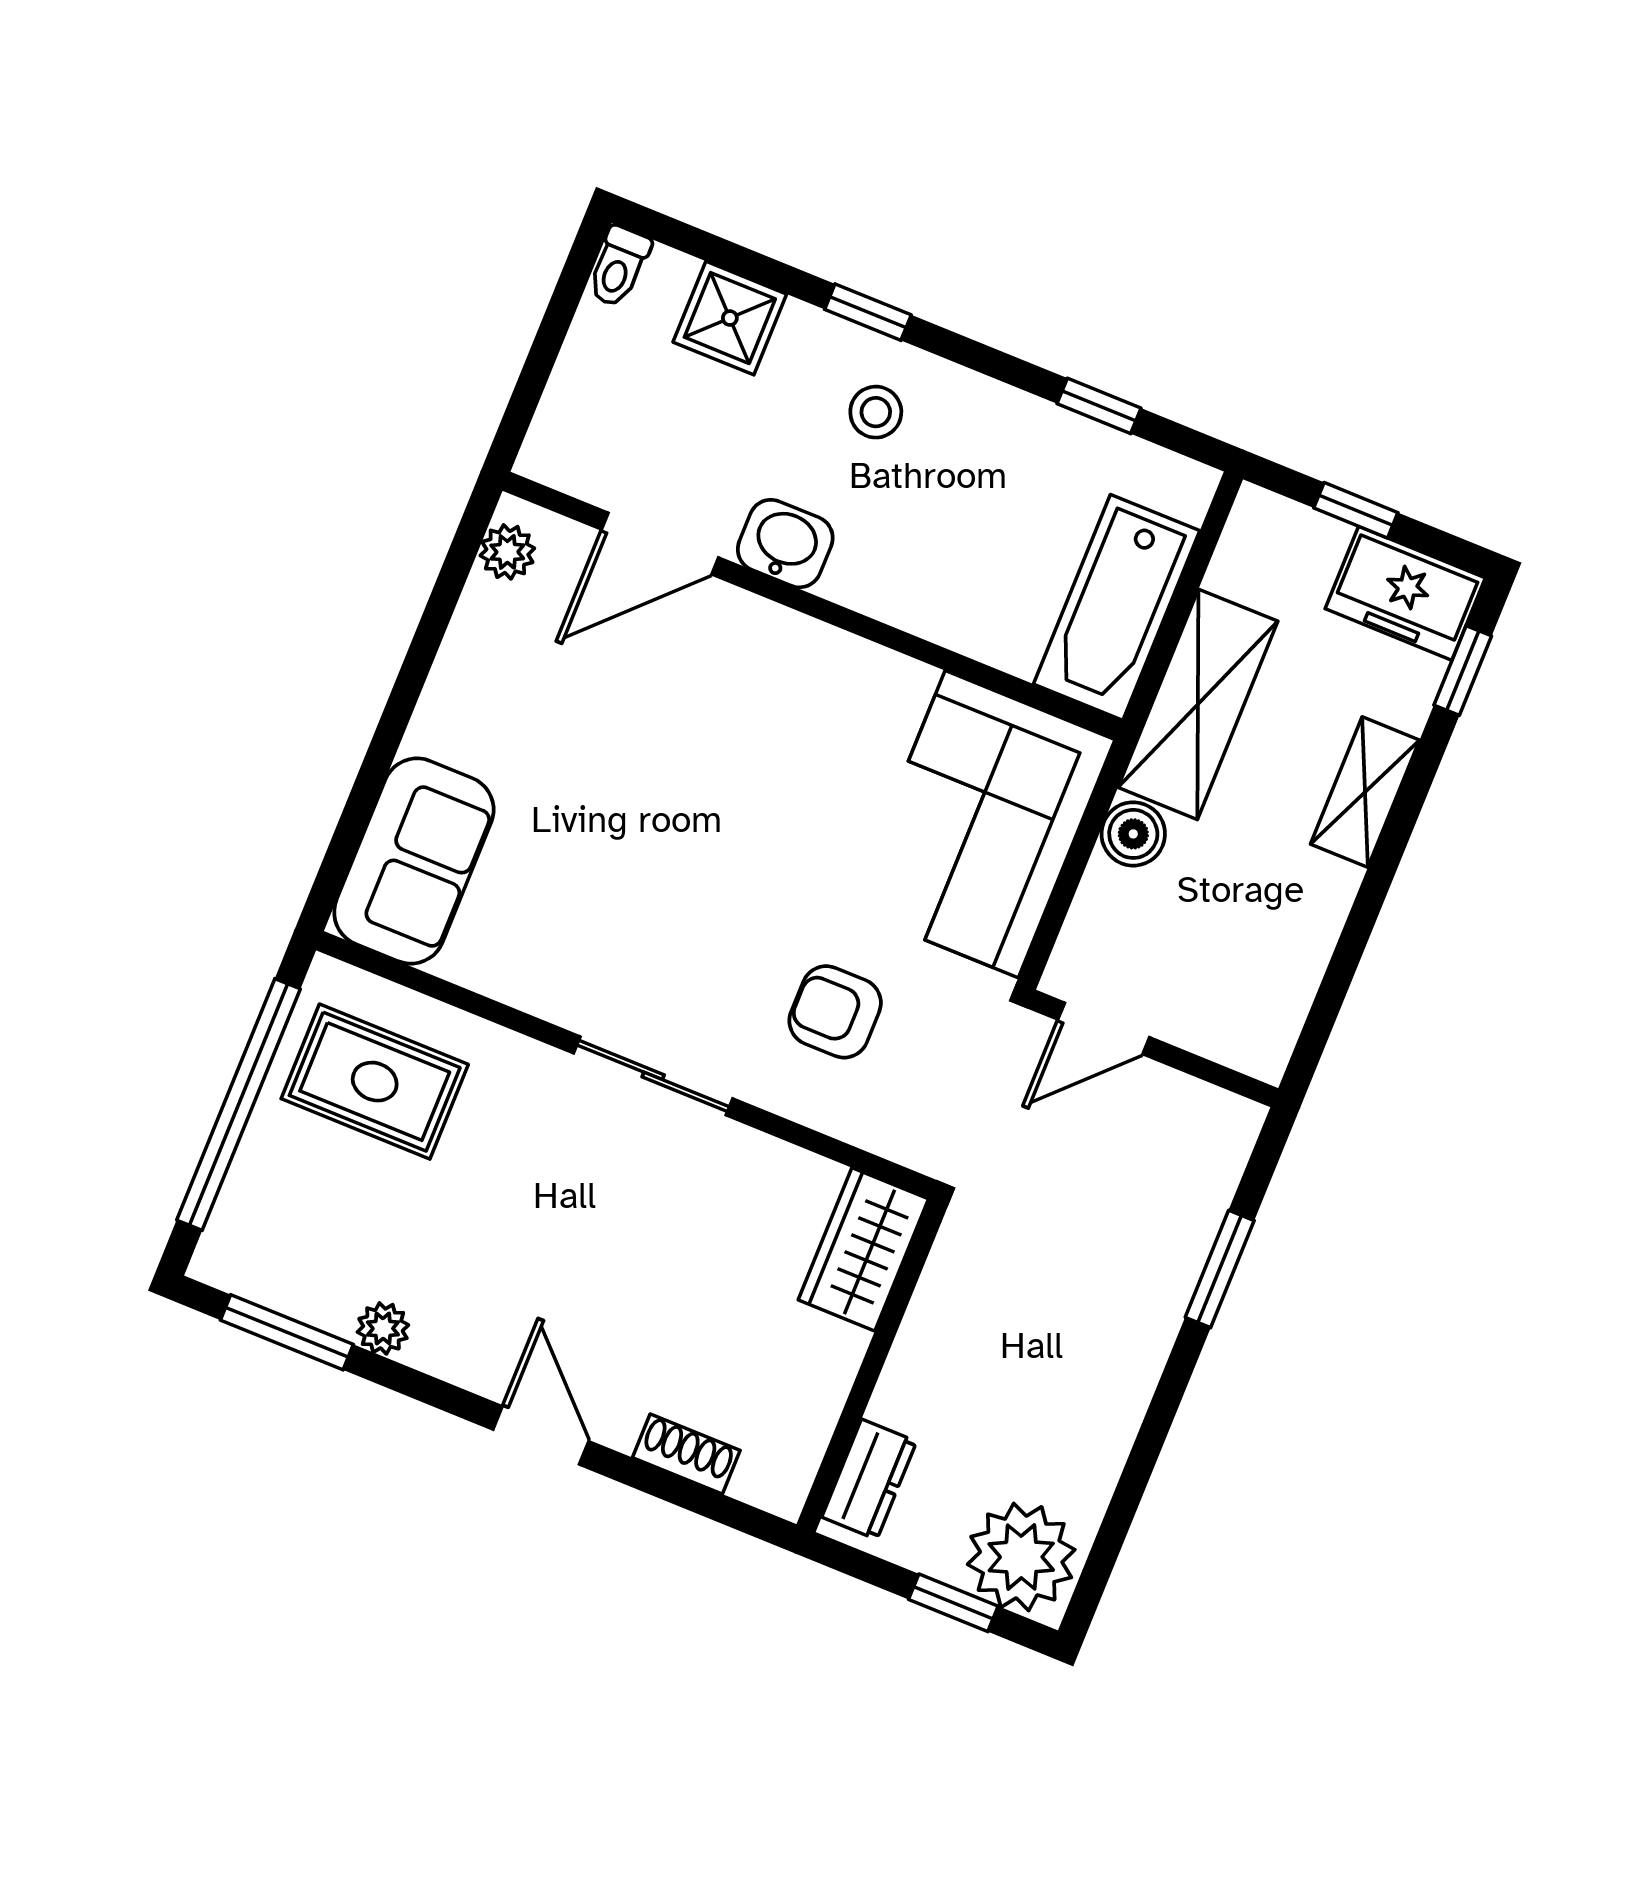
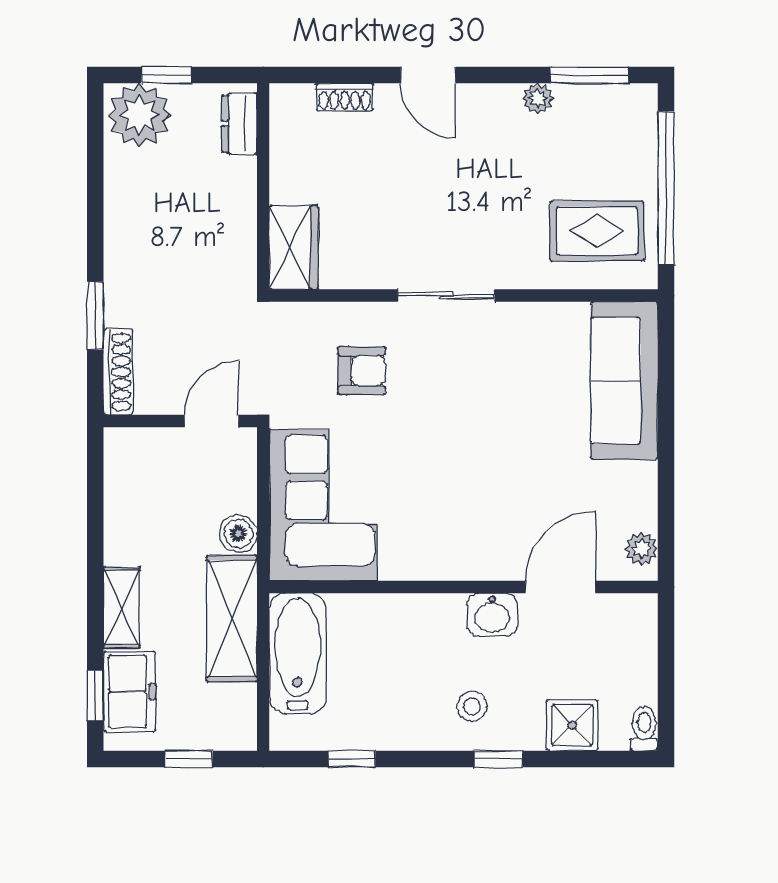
freezer: (1405, 593) -> (129, 691), moved, turned 90
sofa: (414, 861) -> (624, 381), width x1.36
shoe rack: (1220, 1166) -> (118, 372), added

